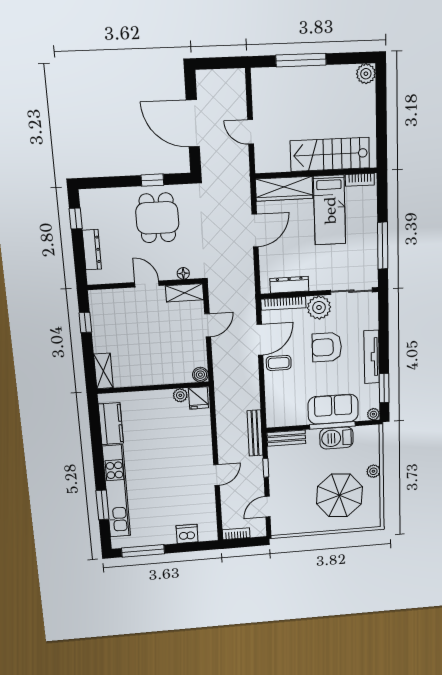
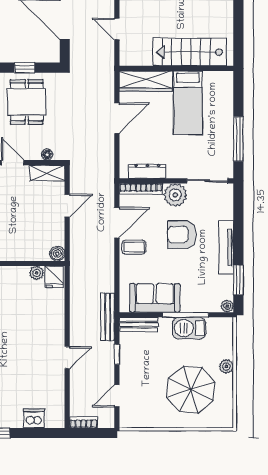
bookcase: (360, 180) -> (217, 76), removed
sofa: (333, 409) -> (155, 298), moved

